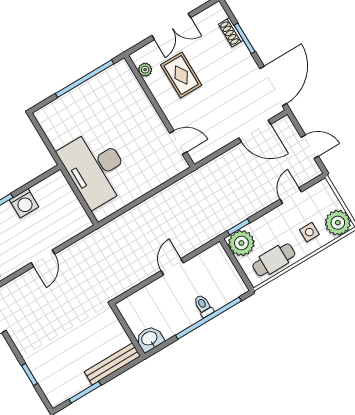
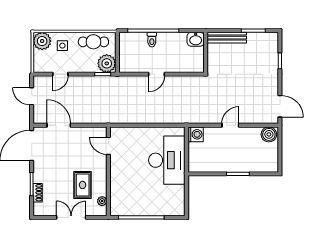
washing machine: (24, 203) -> (196, 134), moved, turned 90

